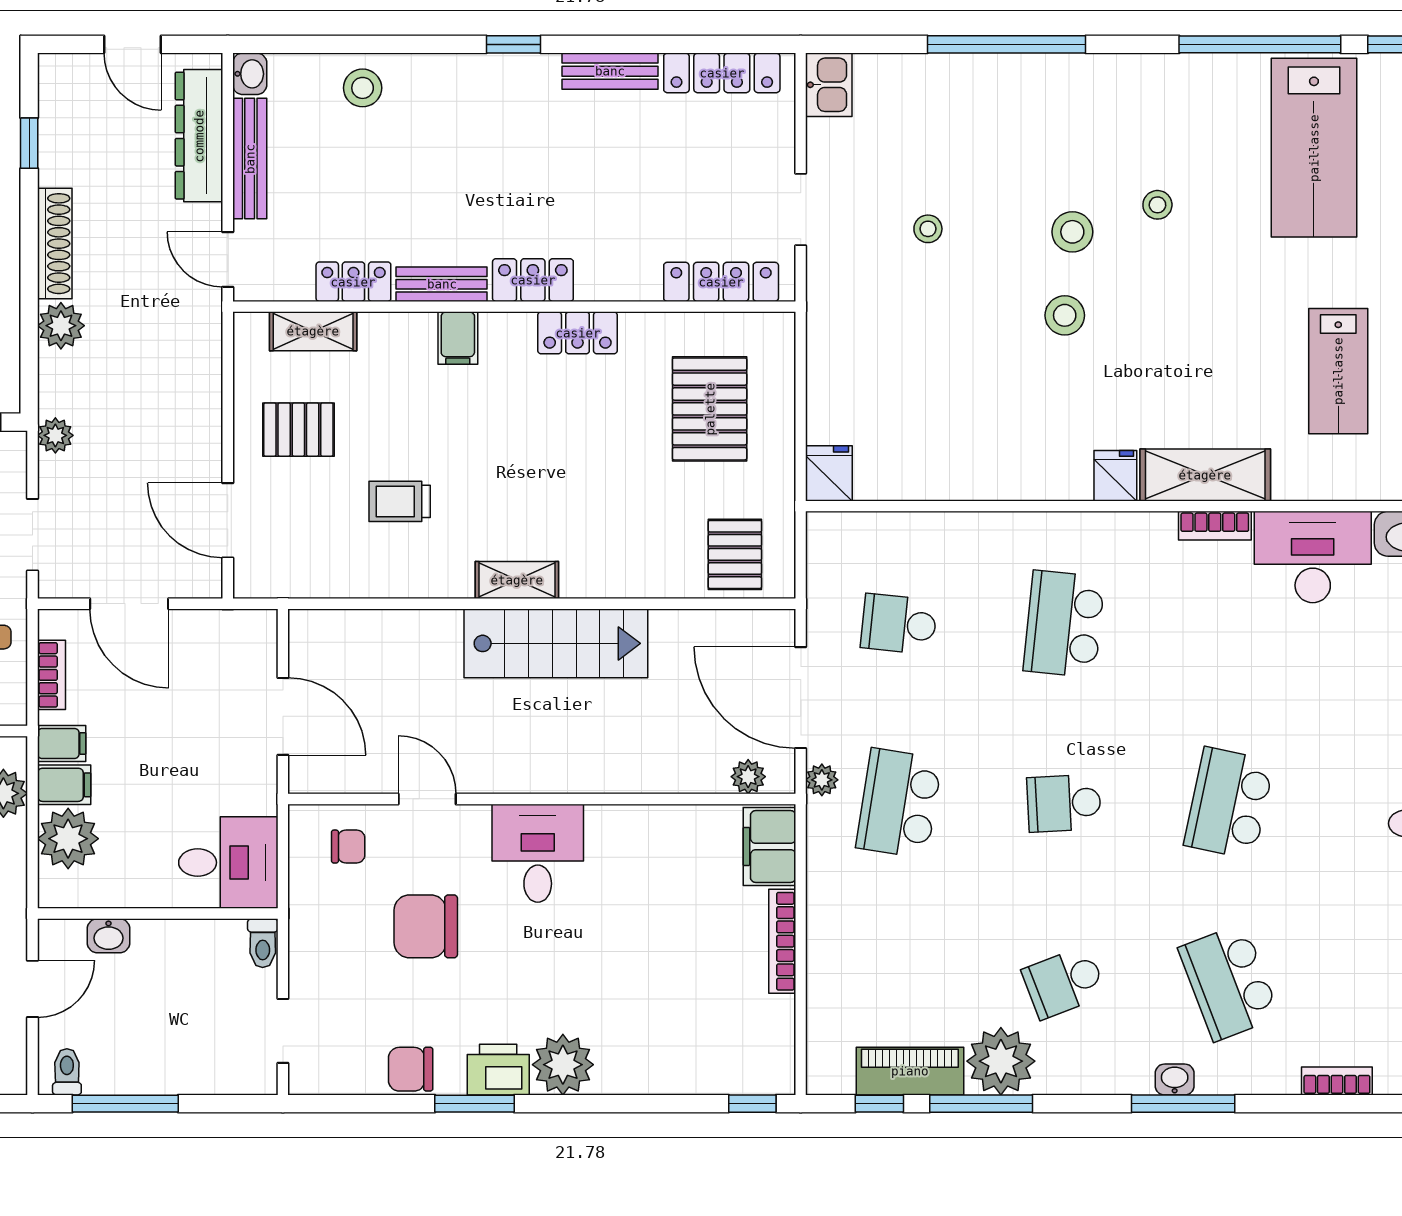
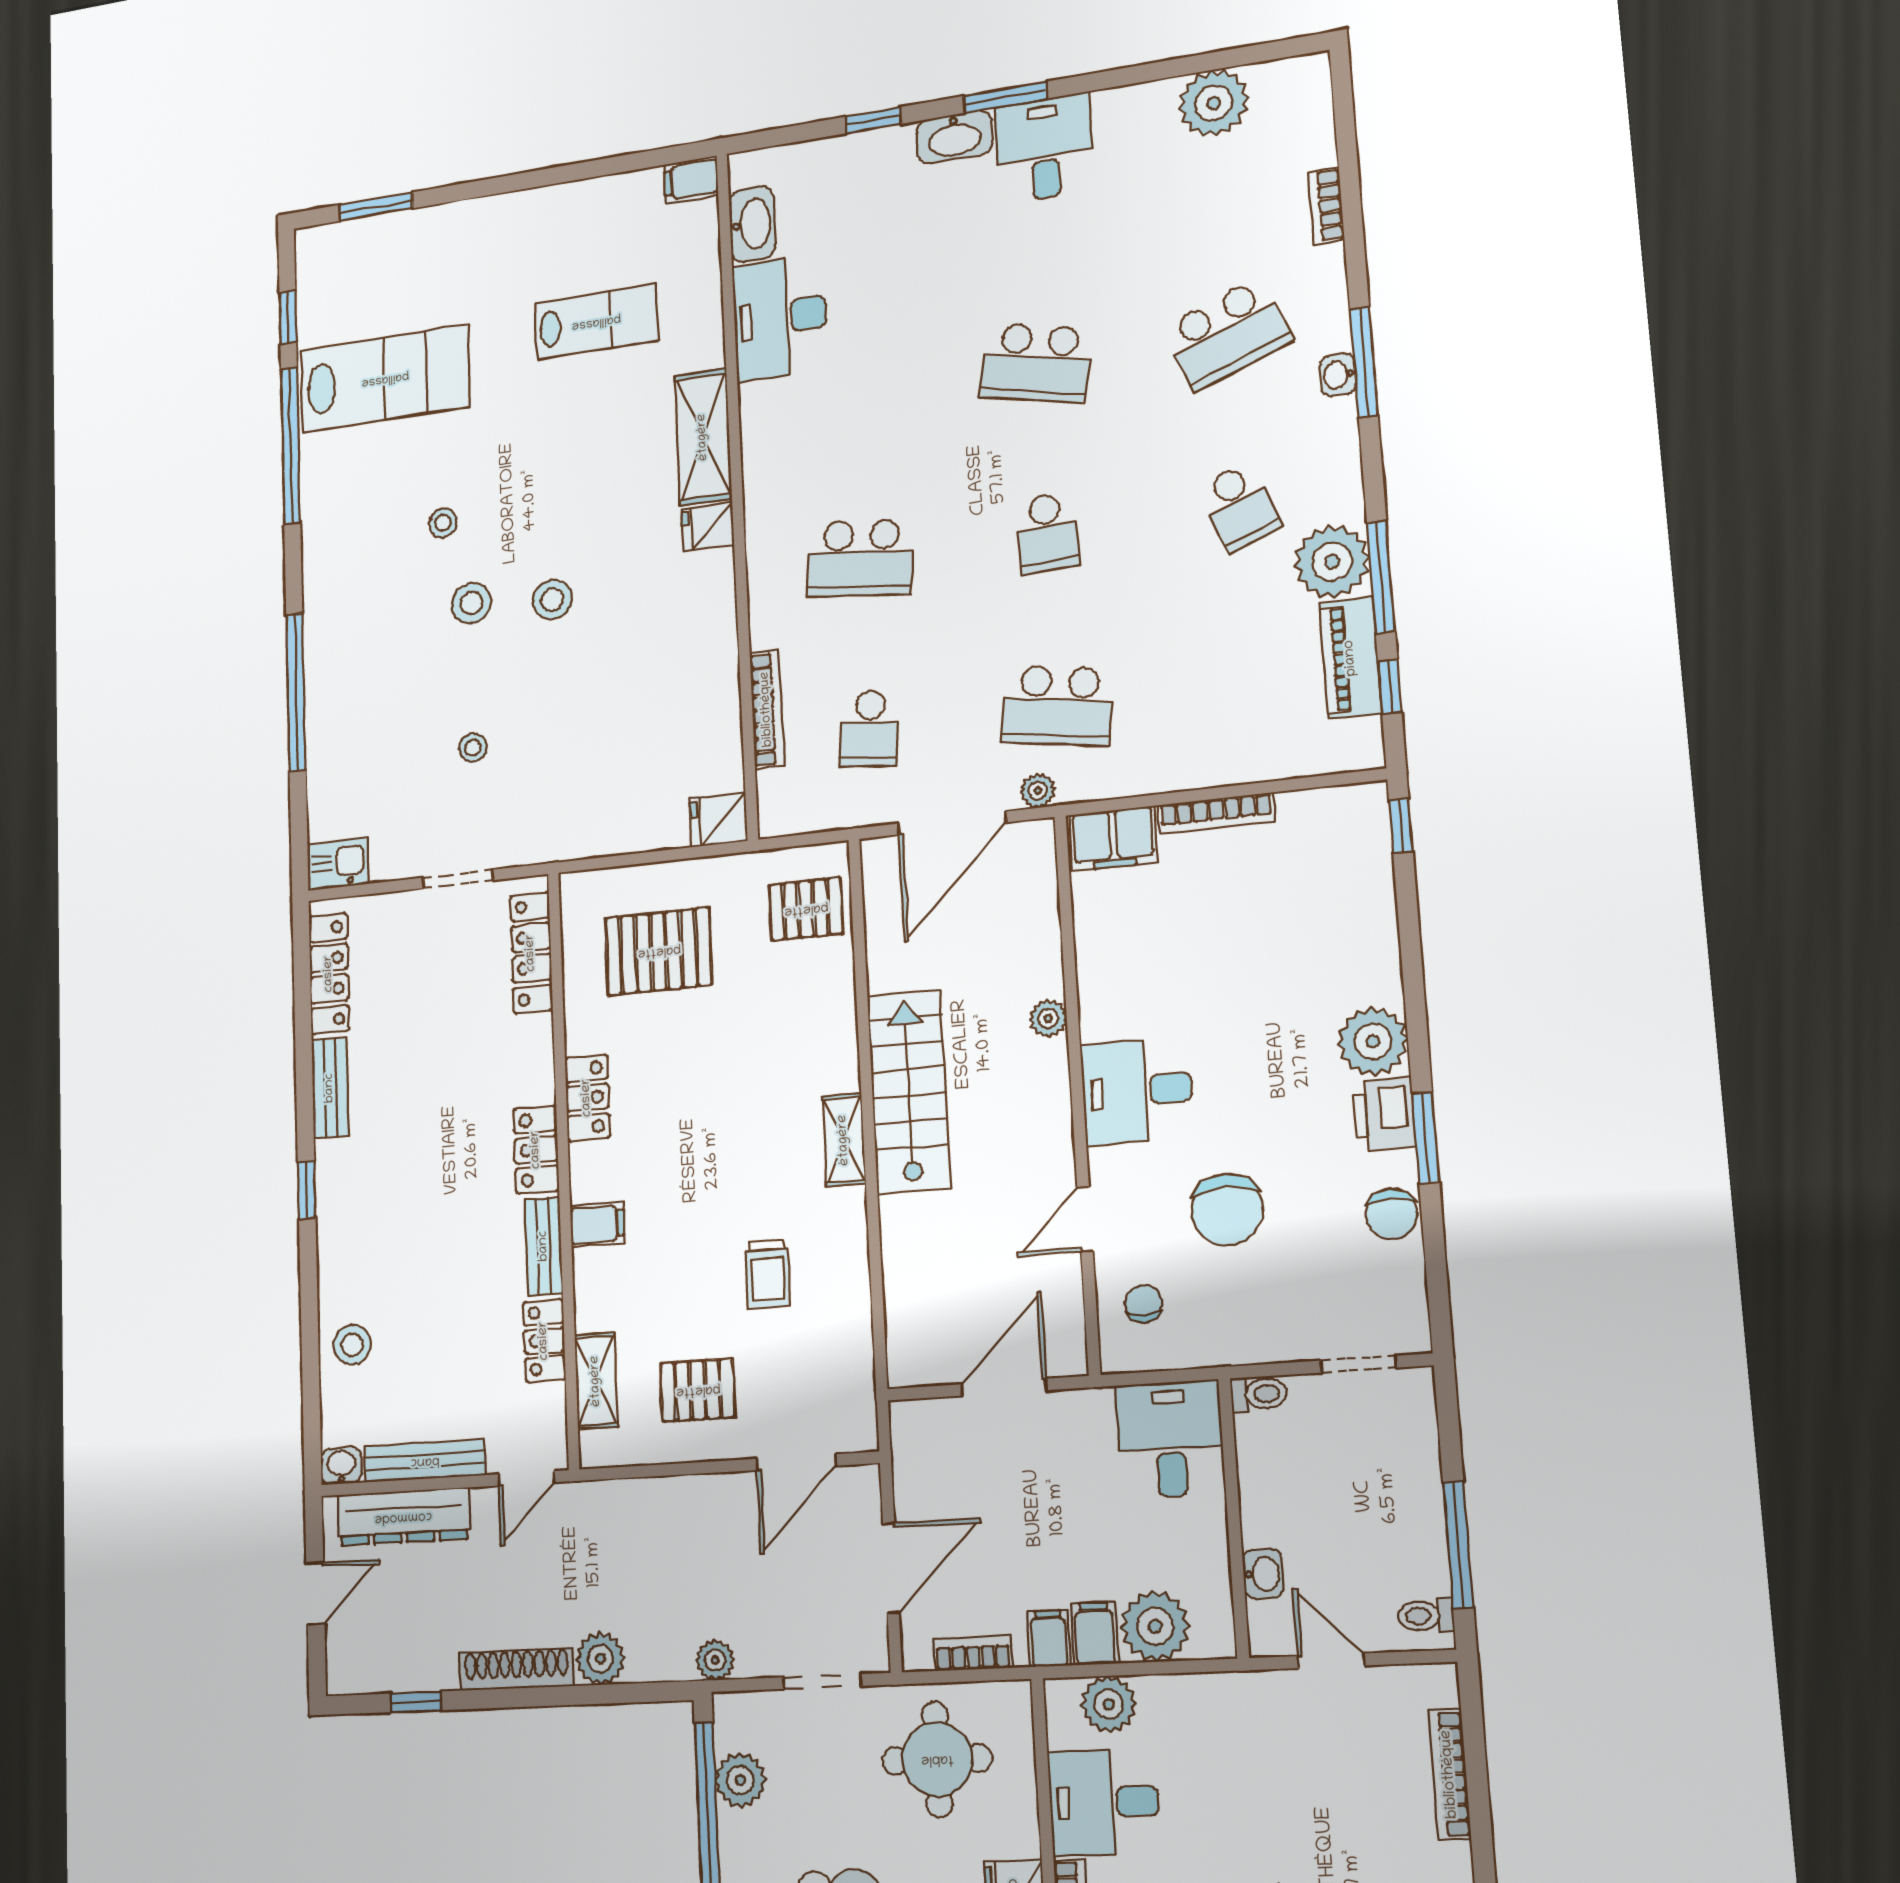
pallet: (298, 430) -> (698, 1390), turned 90
bookcase: (1215, 526) -> (767, 709), moved, width x1.56
plant: (748, 777) -> (1048, 1018), moved

